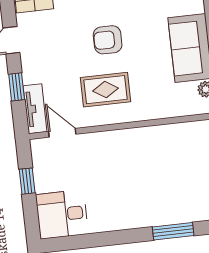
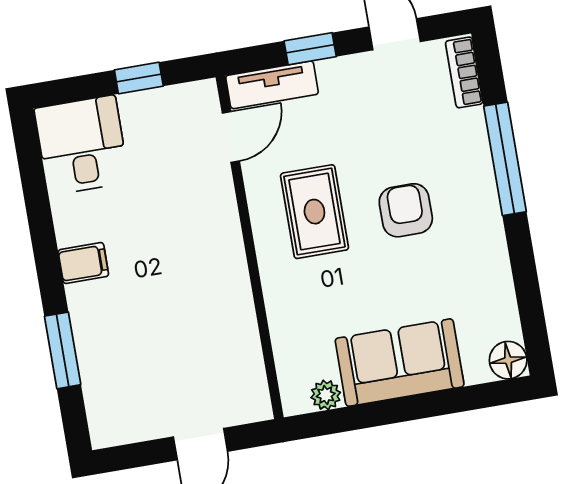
filing cabinet: (126, 217) -> (83, 263), added

